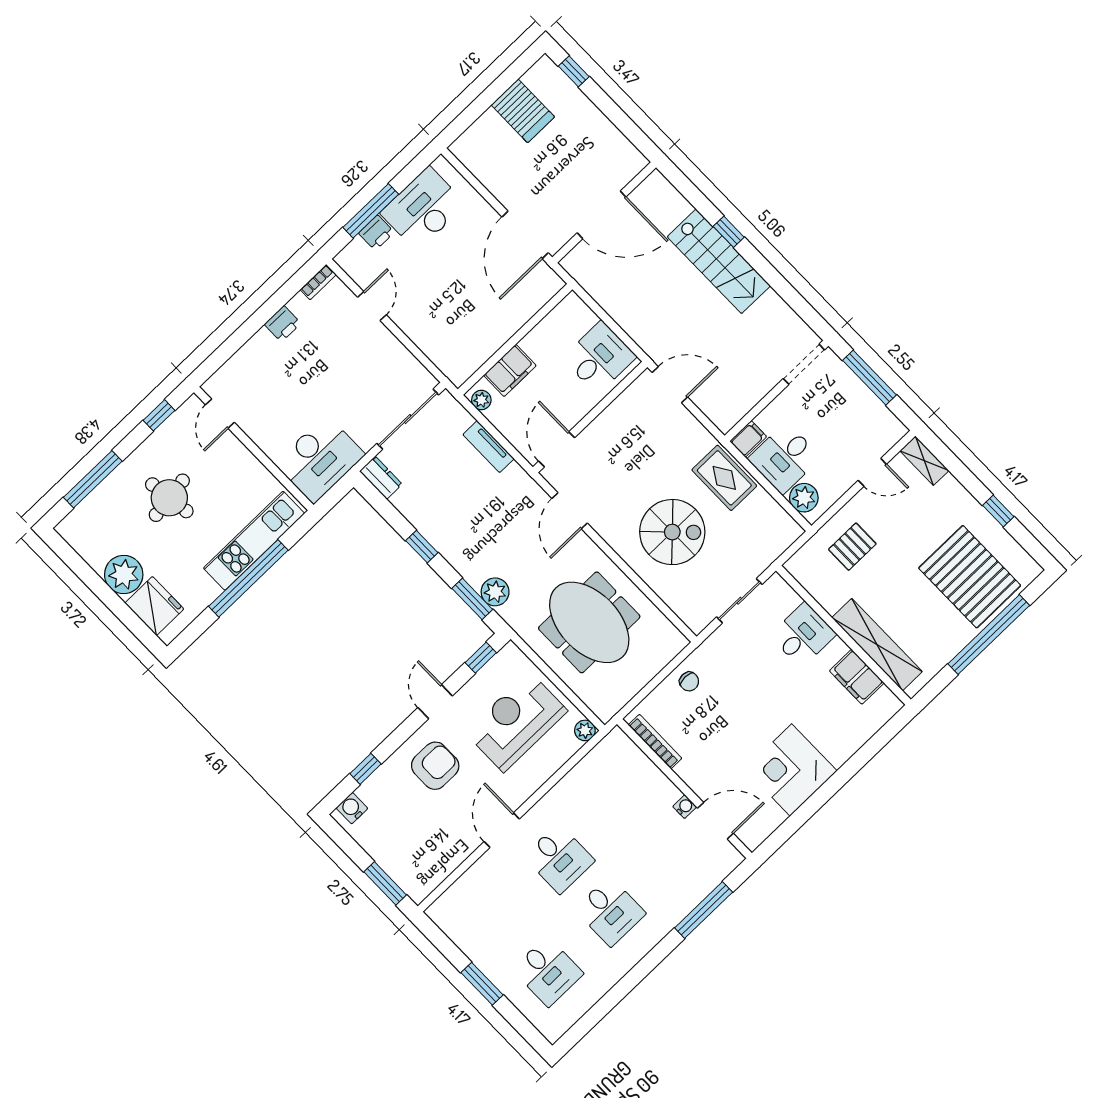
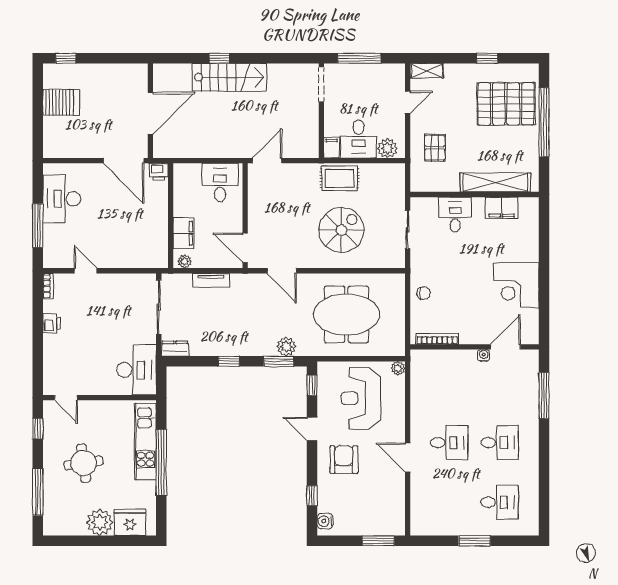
printer: (376, 233) -> (159, 172), moved, turned 90

